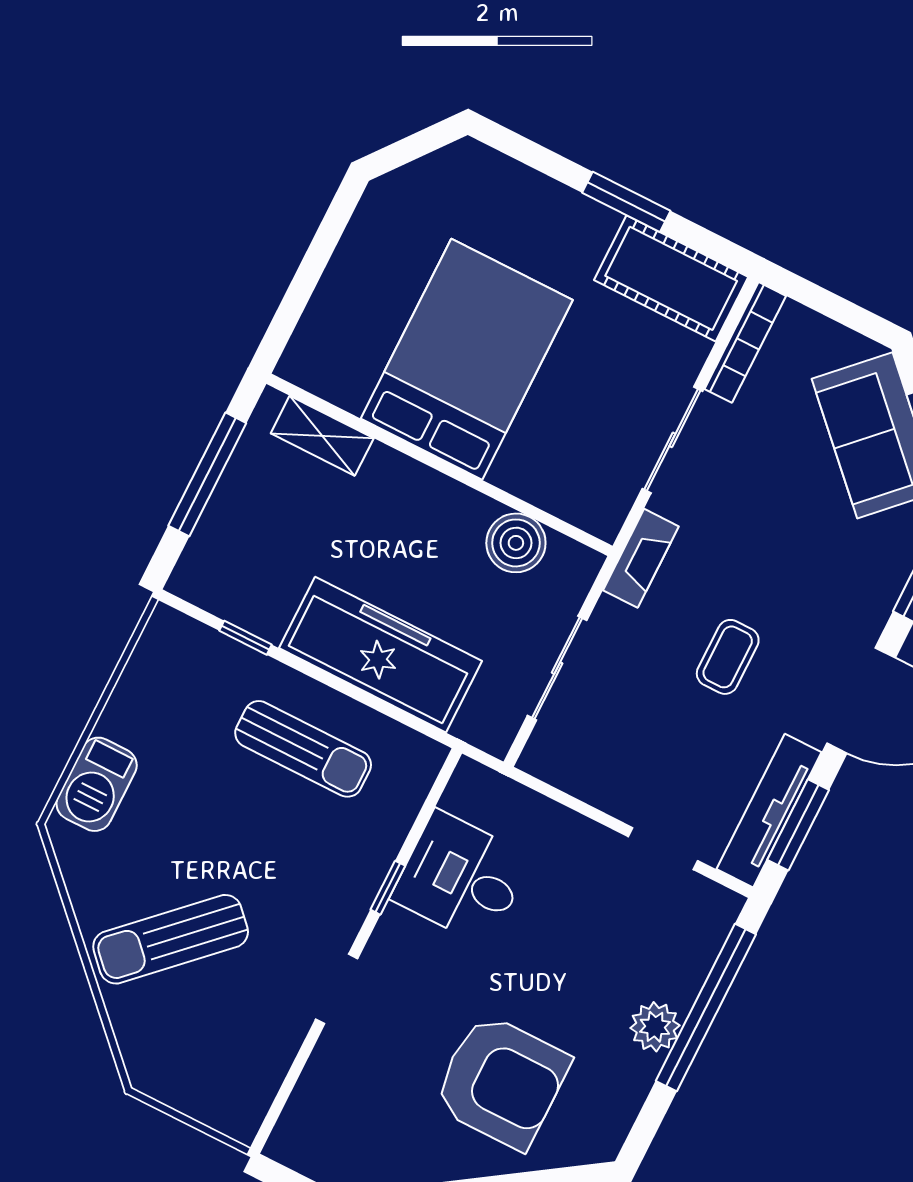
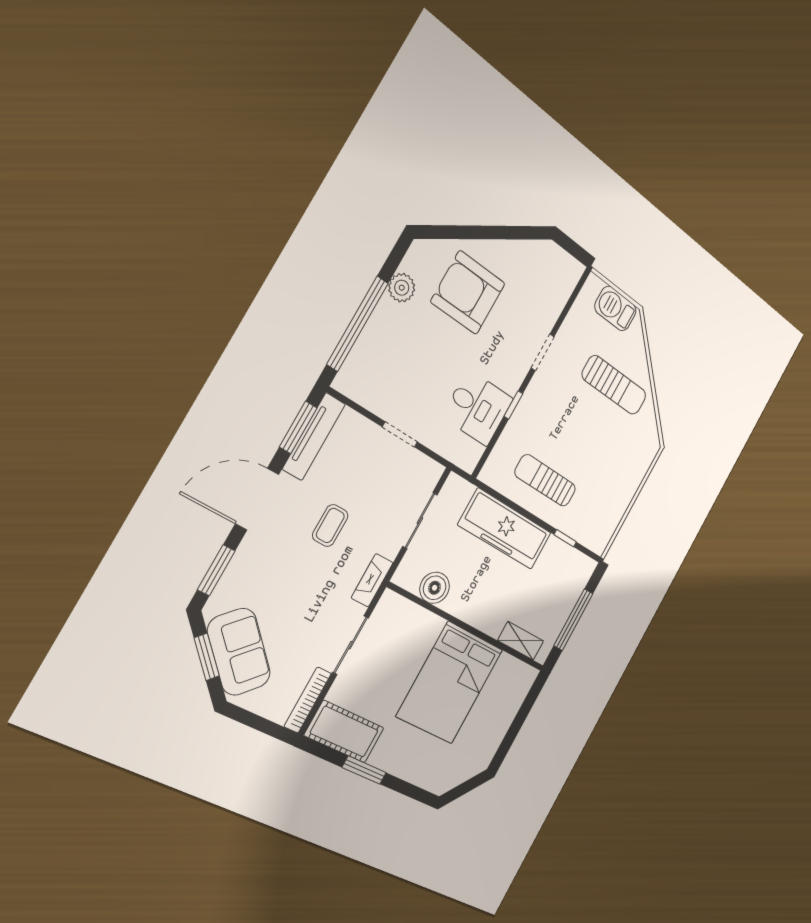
barbecue: (97, 784) -> (615, 309), moved, turned -90
doorway: (663, 849) -> (400, 434), moved
sun lounger: (171, 939) -> (614, 385), turned 44
plant: (655, 1027) -> (402, 288), moved

